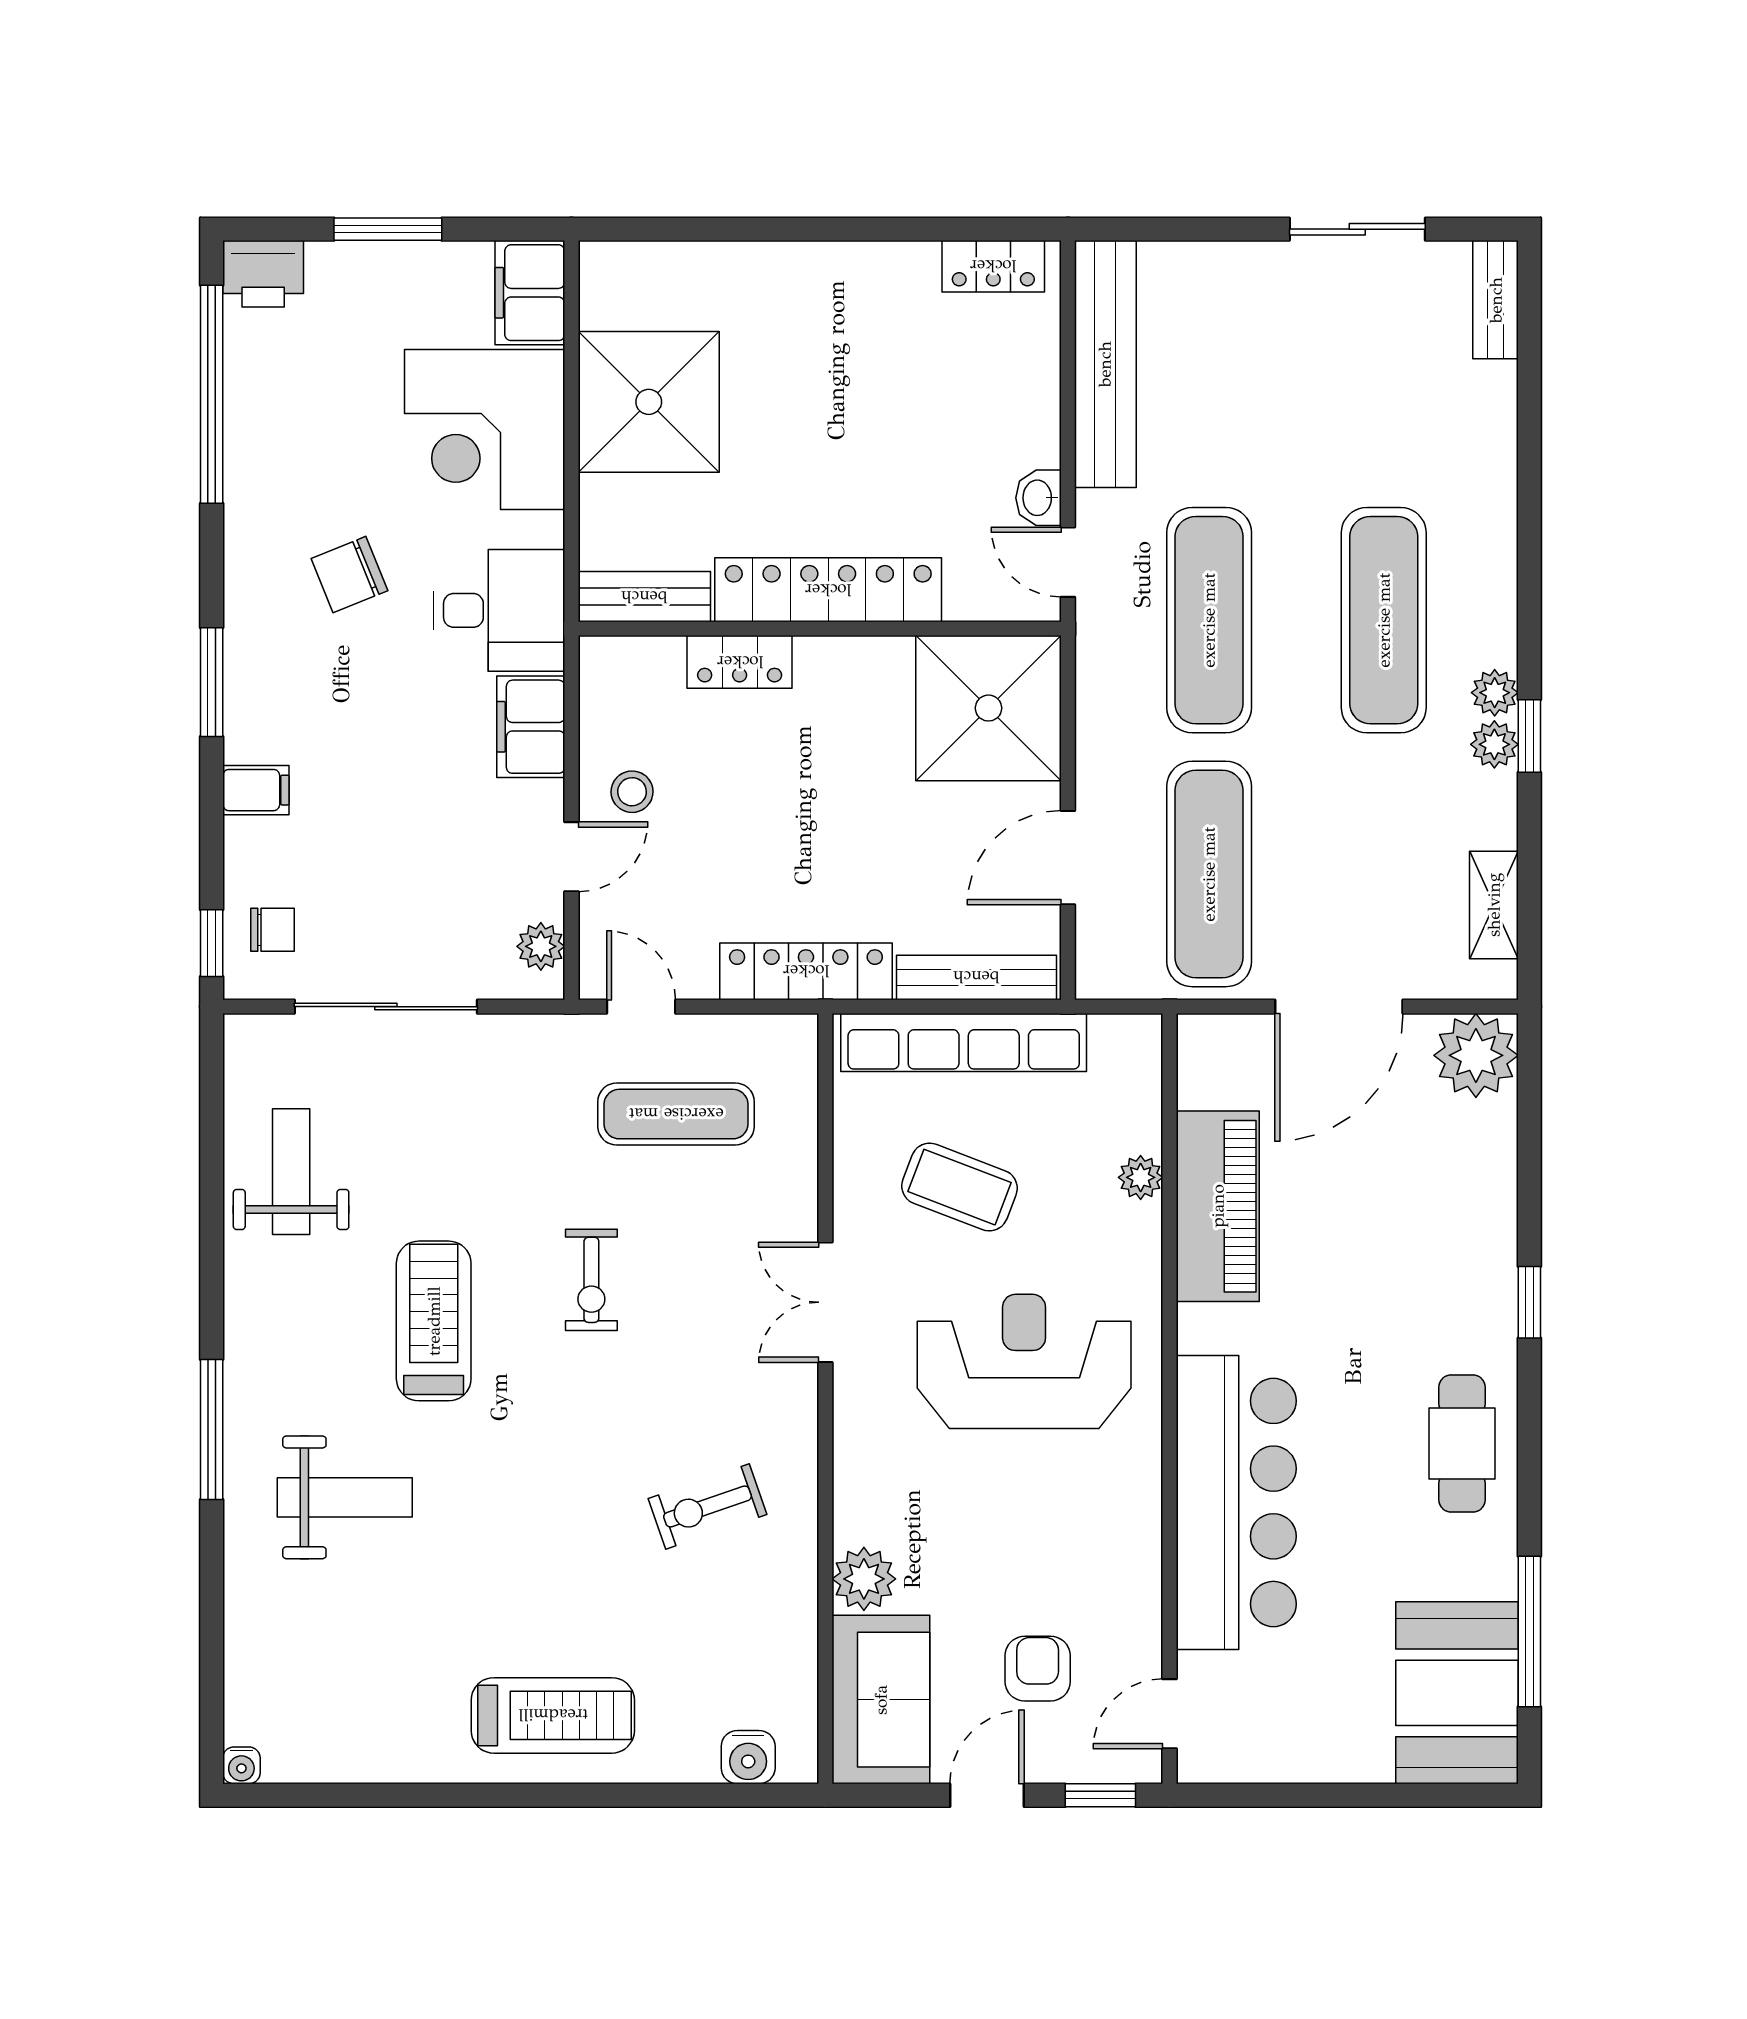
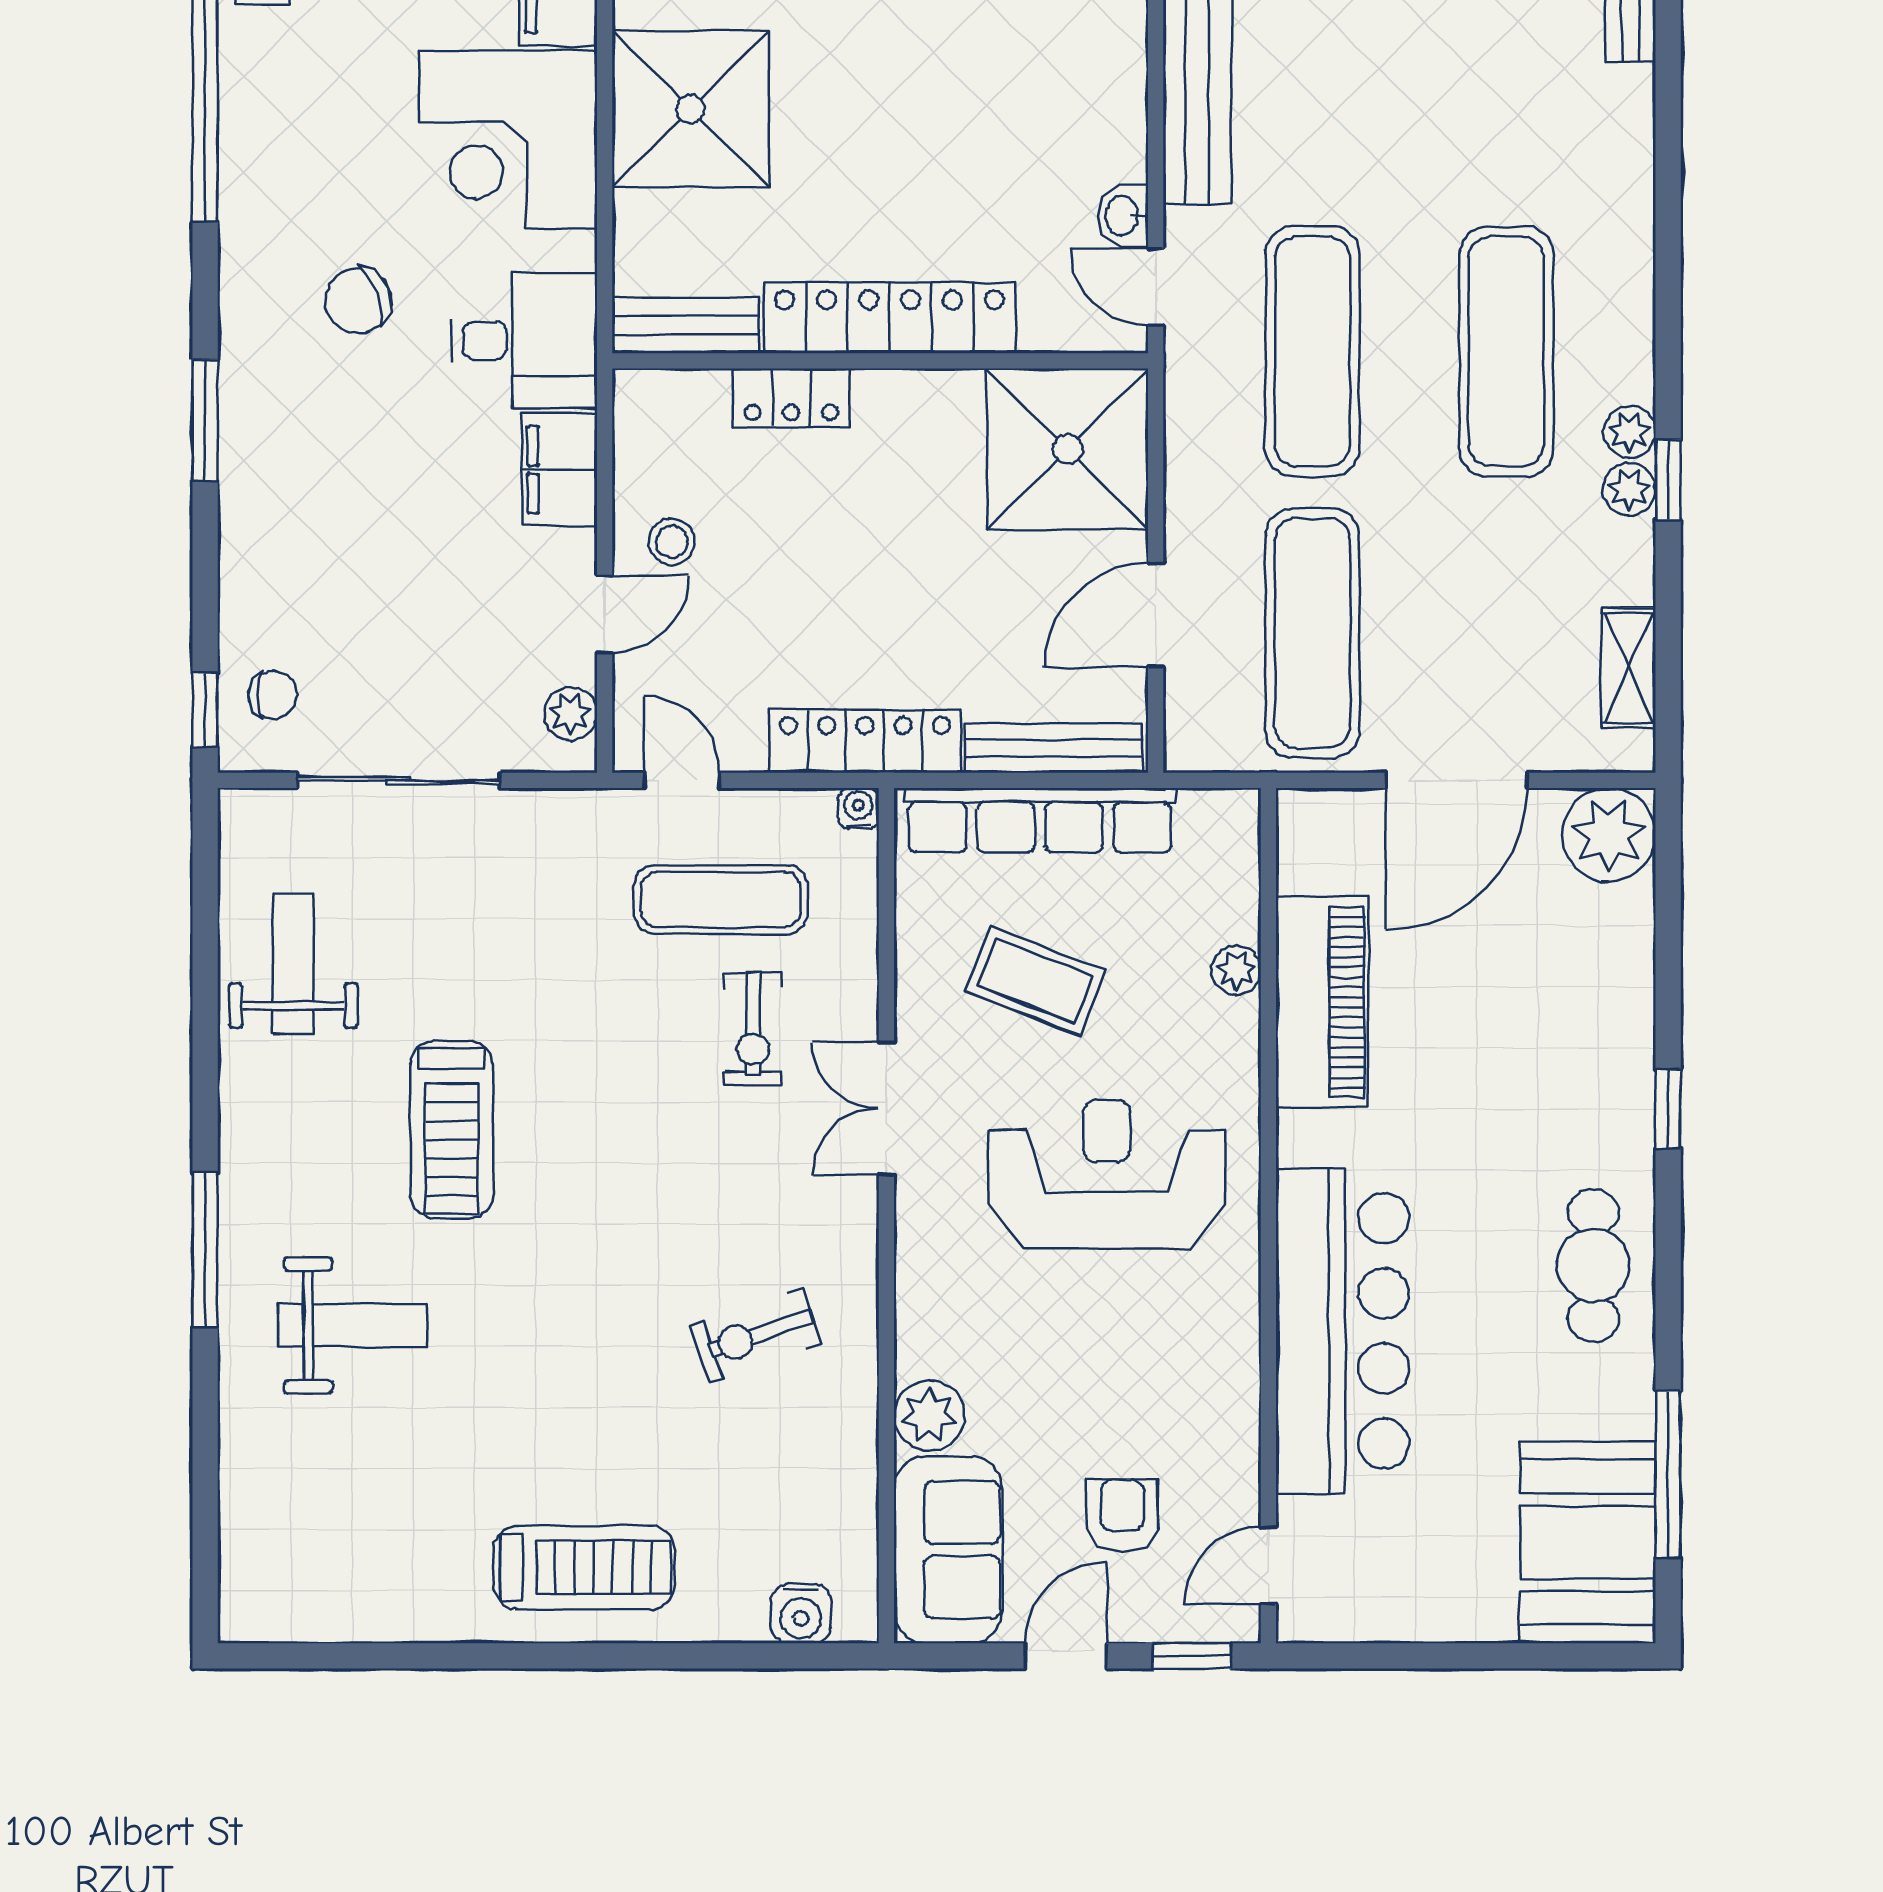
filing cabinet: (256, 790) -> (254, 540), removed
exercise bike: (591, 1280) -> (753, 1029), moved
treadmill: (434, 1321) -> (452, 1129), turned 180
water cooler: (241, 1765) -> (858, 809), moved, turned 180

